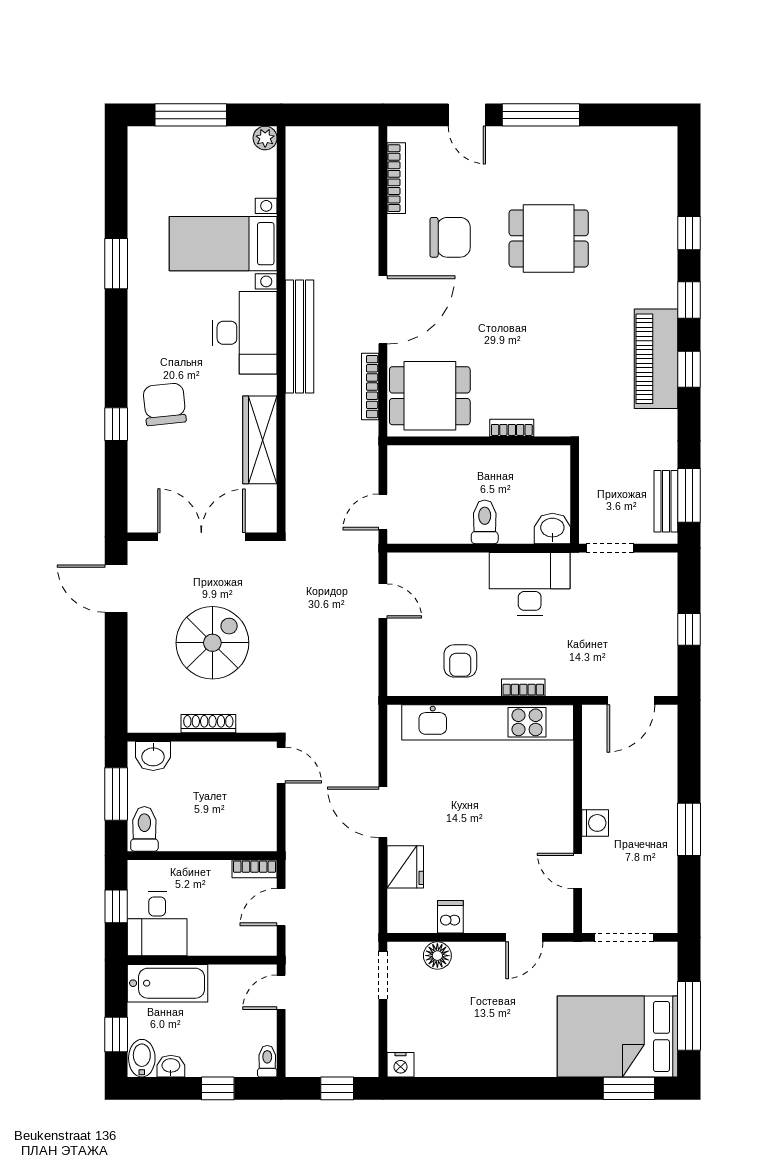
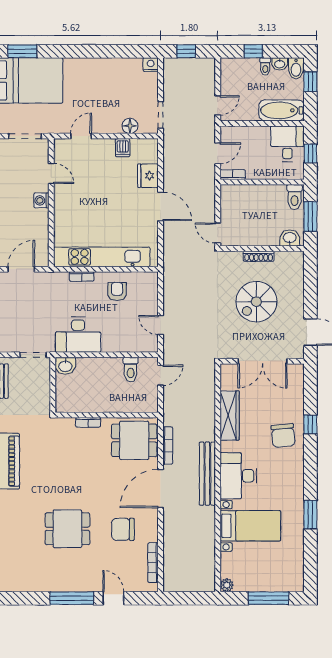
toilet: (485, 522) -> (131, 370), moved
toilet: (267, 1061) -> (265, 67), moved

